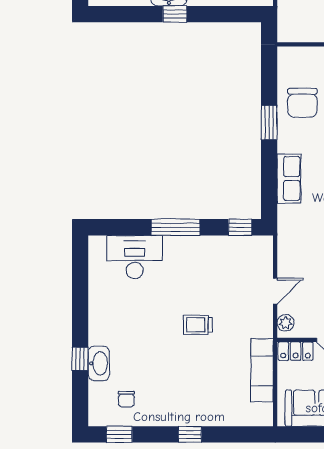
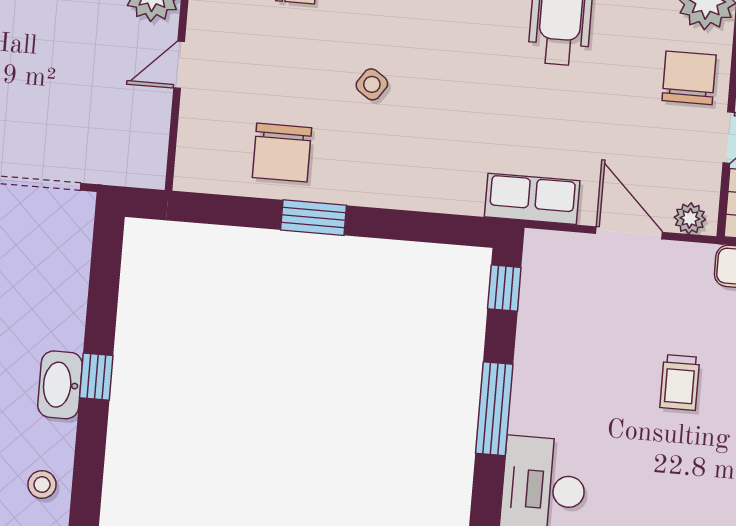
chair: (302, 103) -> (282, 153), turned 90
row of seats: (289, 179) -> (532, 199), moved
door: (275, 291) -> (629, 233), width x1.38

